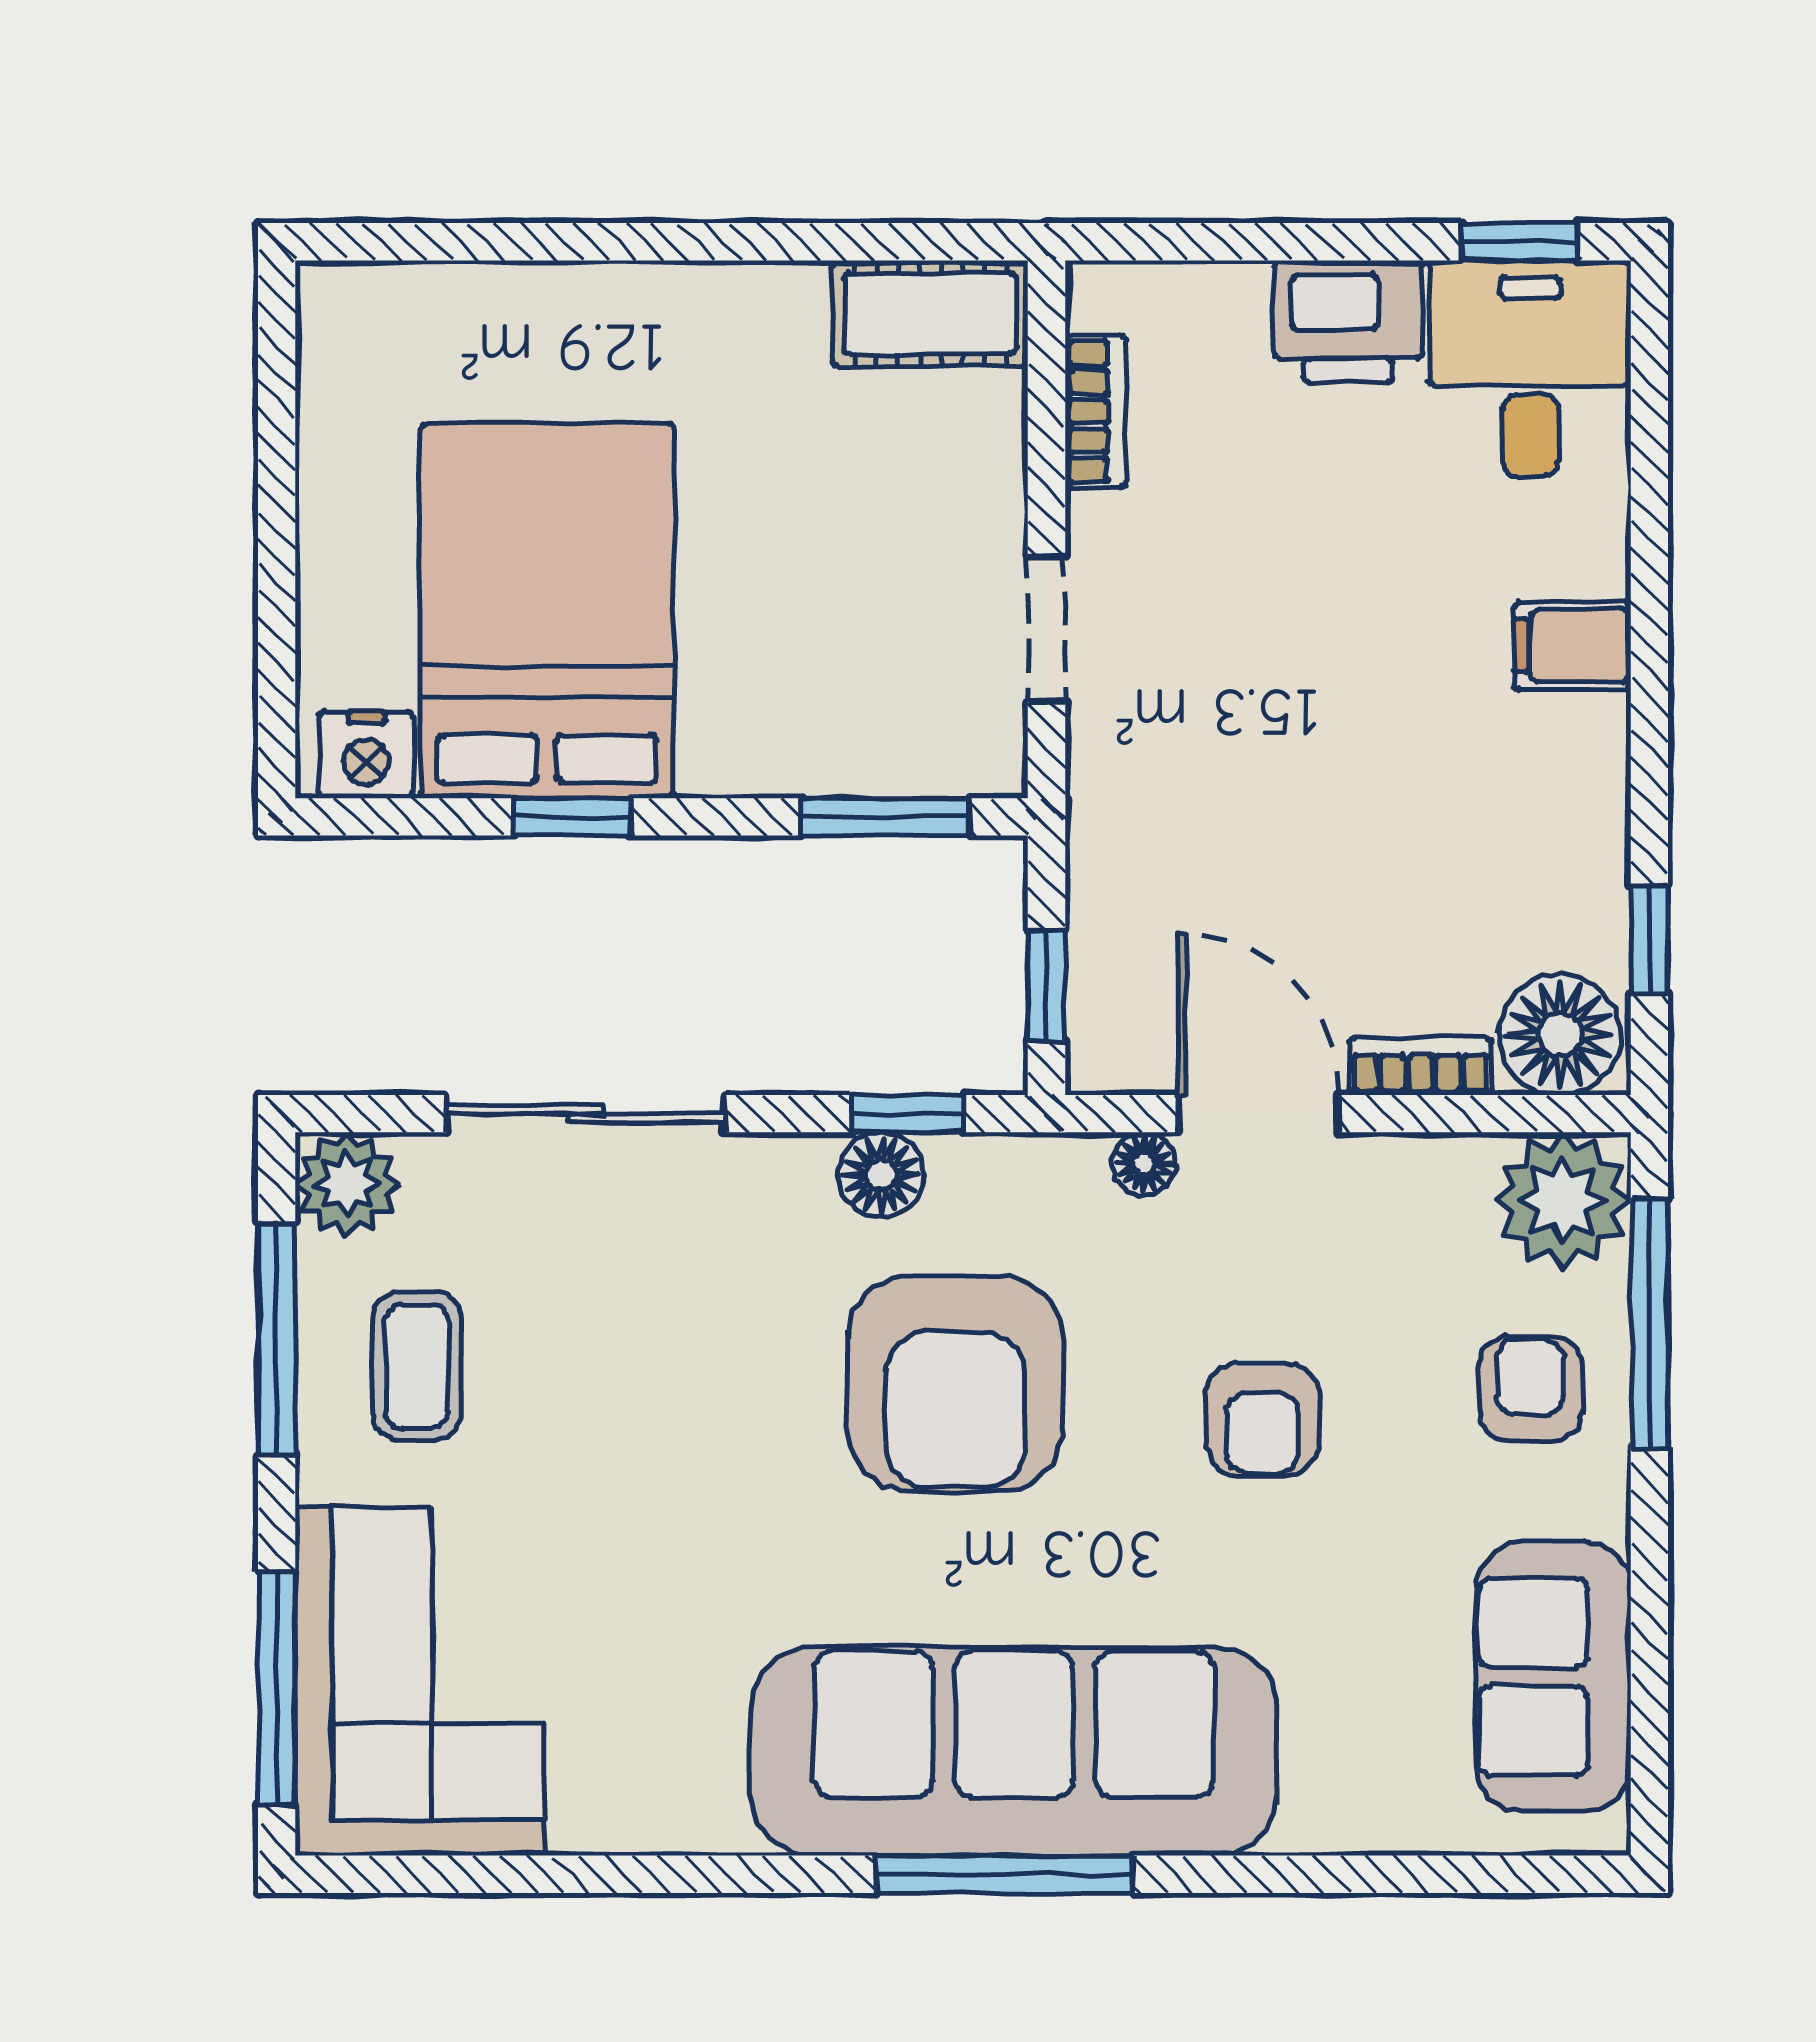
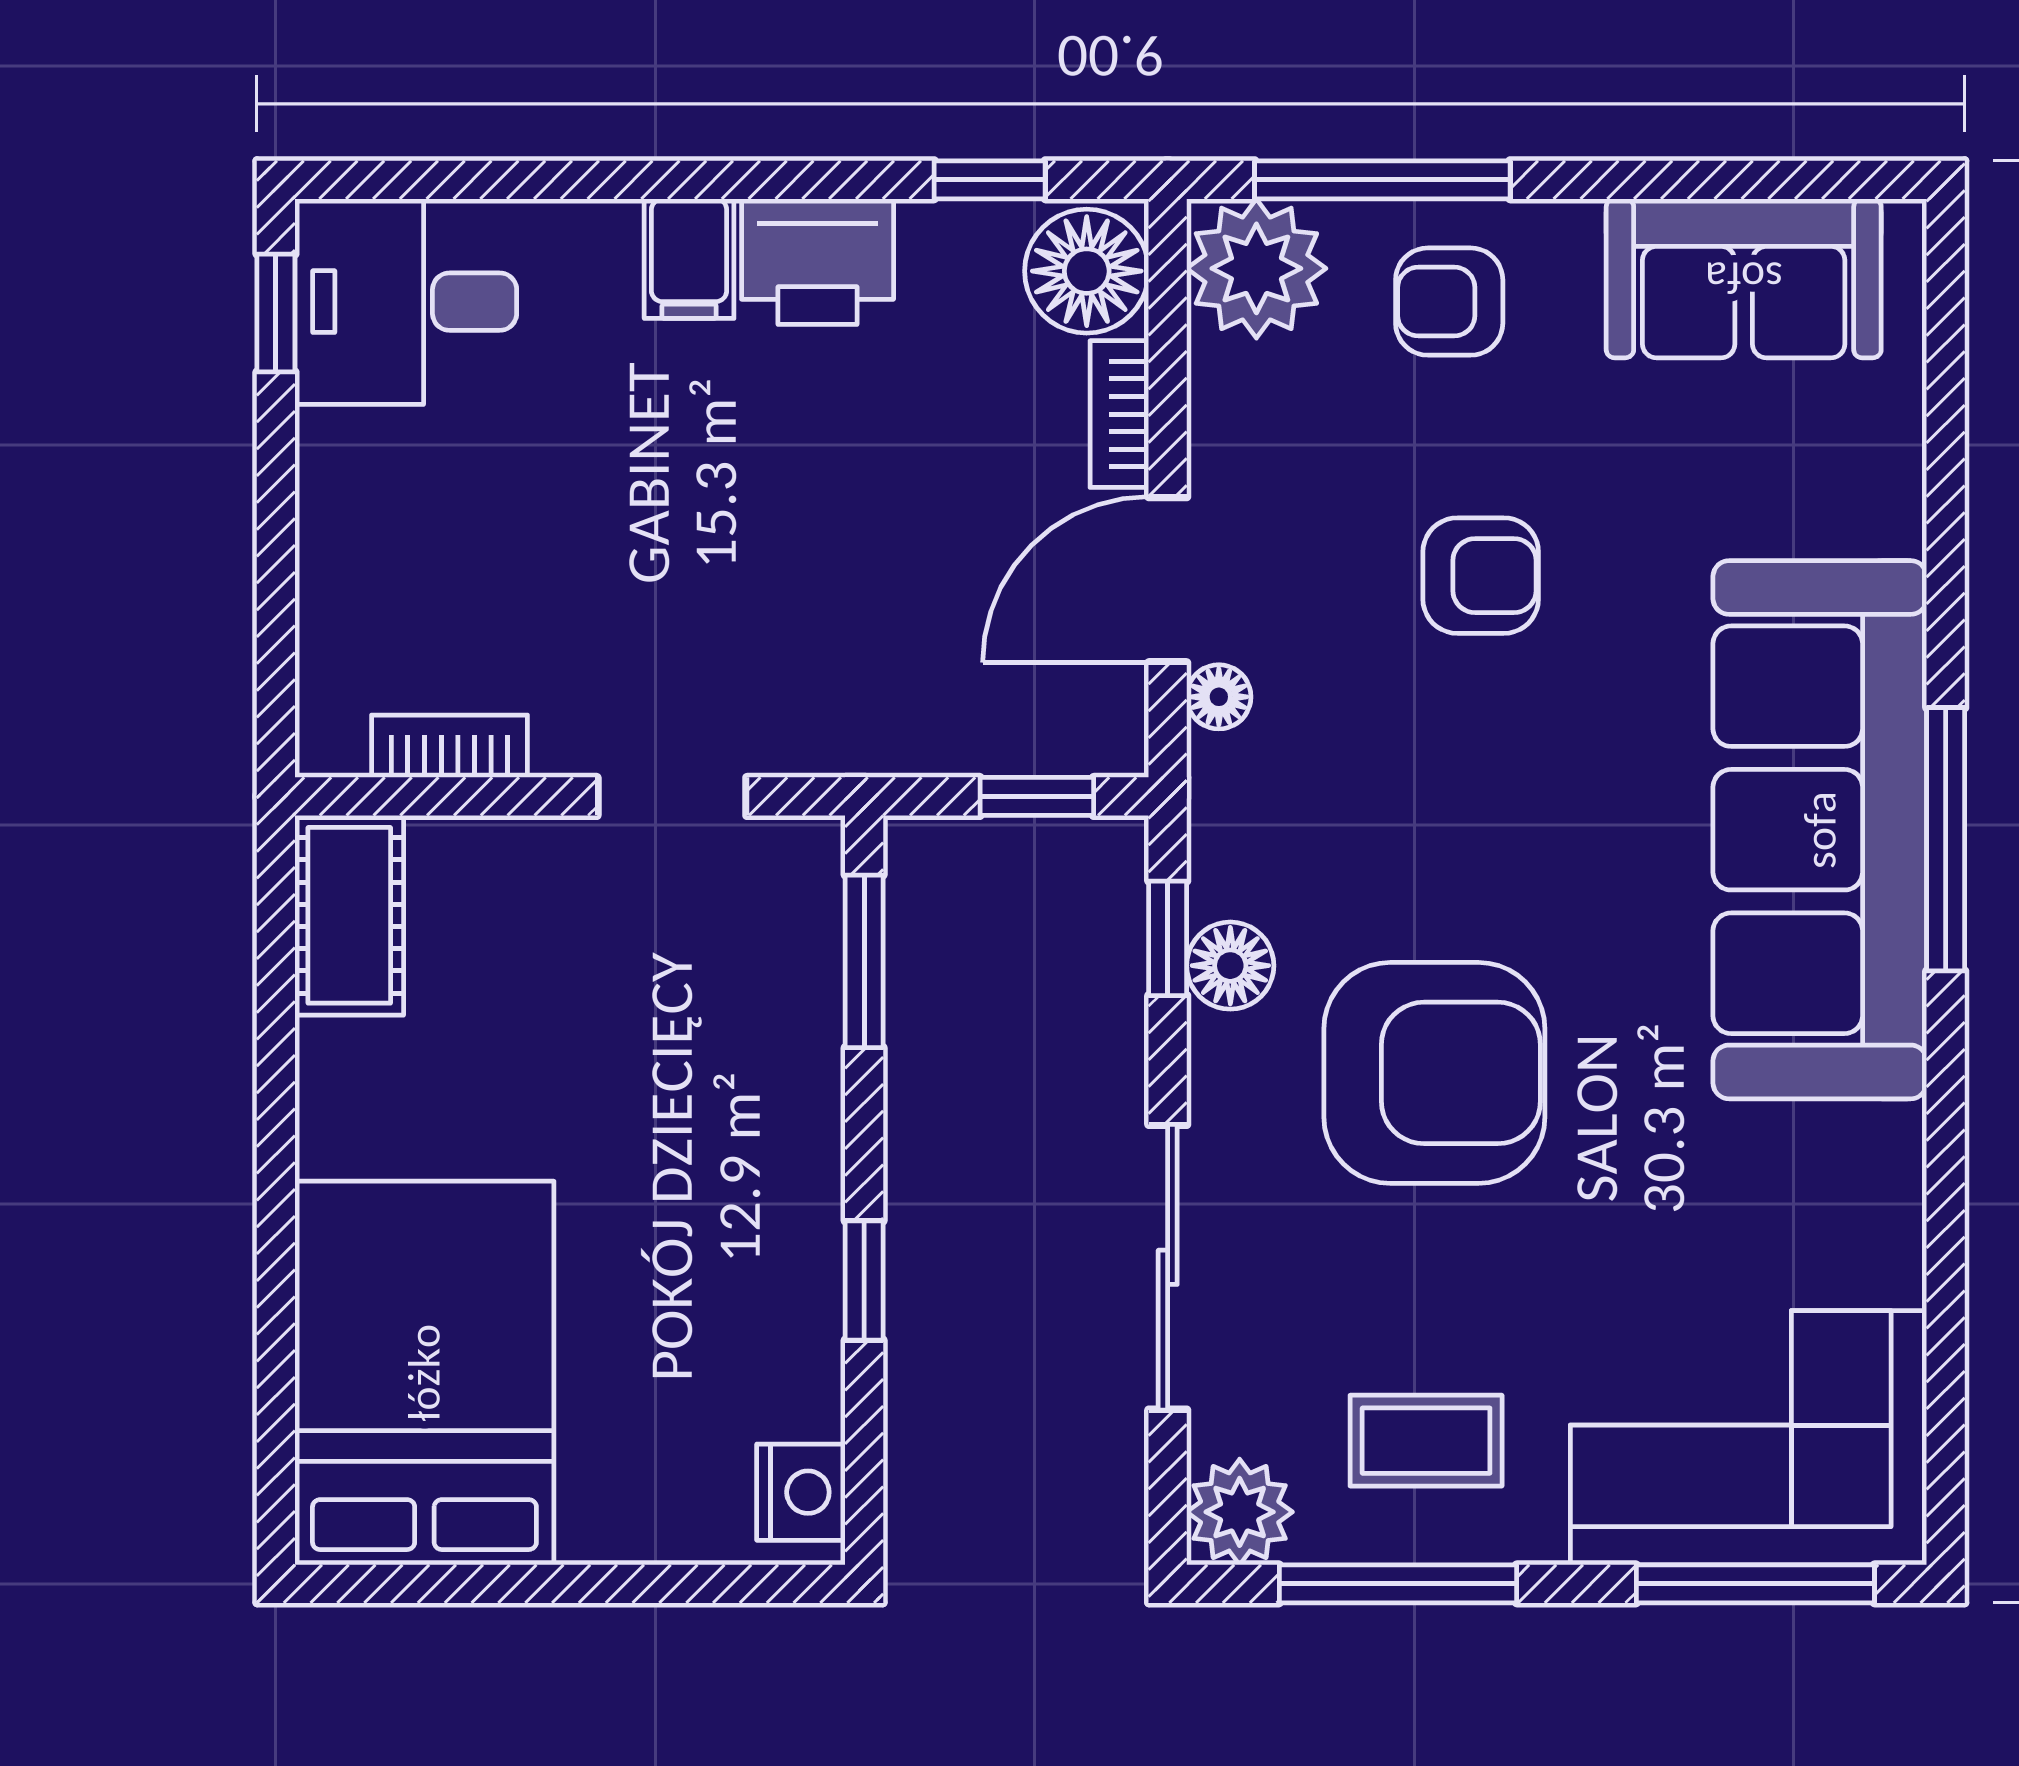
printer: (1348, 322) -> (818, 262), moved, turned 90
bed: (547, 611) -> (424, 1373), moved, turned 90
armchair: (955, 1384) -> (1434, 1073), moved

